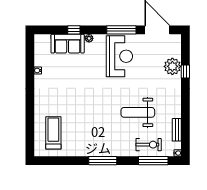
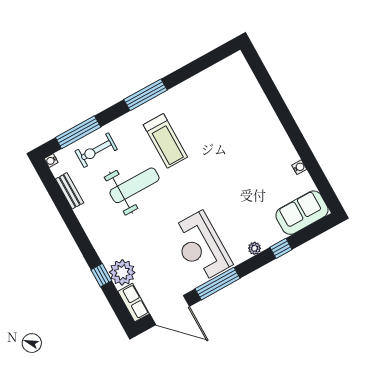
sofa: (68, 44) -> (302, 213), moved
row of seats: (176, 46) -> (134, 303), added
treadmill: (53, 133) -> (165, 141), moved

